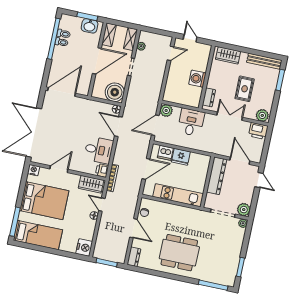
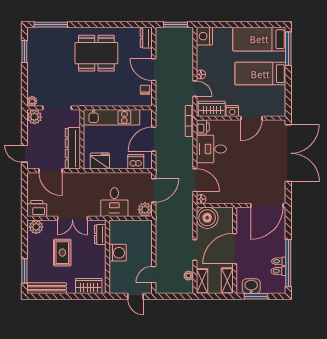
fridge: (181, 157) -> (100, 161), moved
nightstand: (34, 170) -> (232, 111), moved
bed: (44, 201) -> (260, 74), width x0.67

